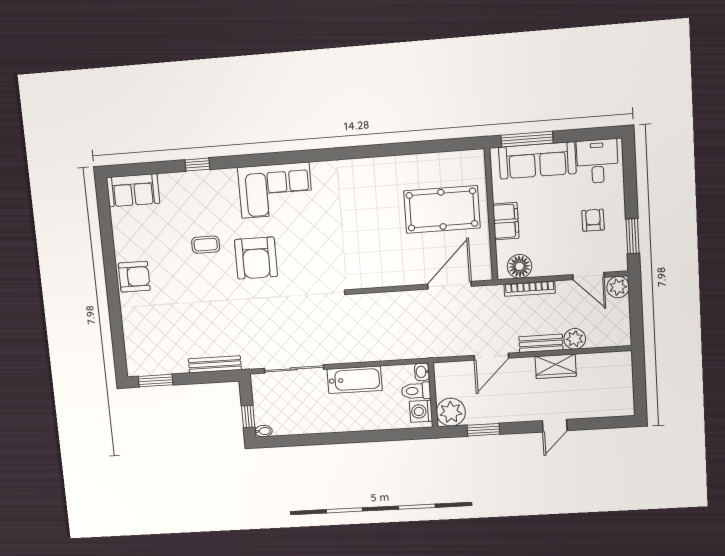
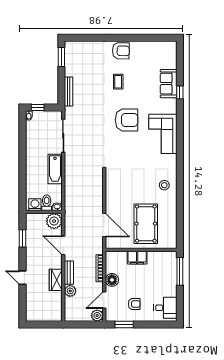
sofa: (537, 160) -> (168, 276), removed
stool: (369, 180) -> (164, 185), added
sofa: (133, 190) -> (169, 84), moved
coffee table: (206, 245) -> (118, 82), moved
armchair: (256, 258) -> (126, 120), turned 180
floor lamp: (520, 266) -> (112, 280), moved
armchair: (134, 277) -> (121, 51), turned -89
plant: (451, 412) -> (54, 221), moved

